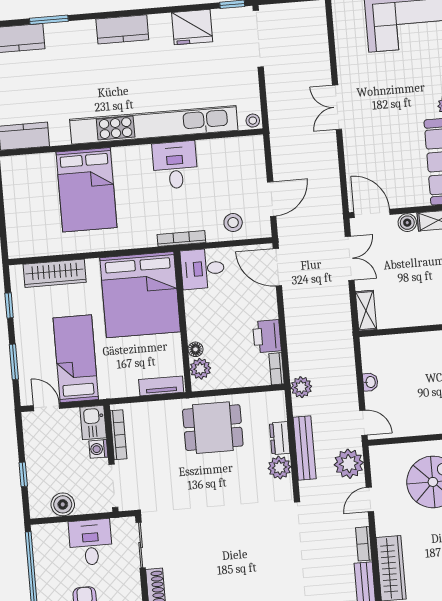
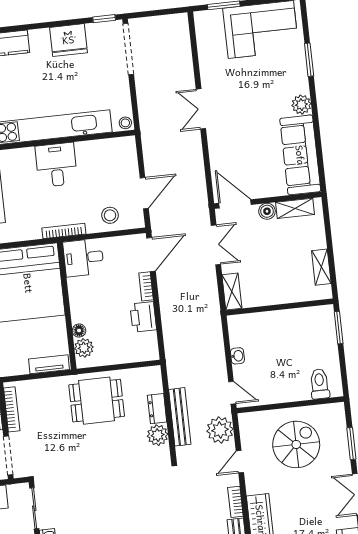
door: (277, 267) -> (151, 255), swing flipped
bookcase: (277, 369) -> (146, 286), moved
plant: (301, 387) -> (175, 362), removed

